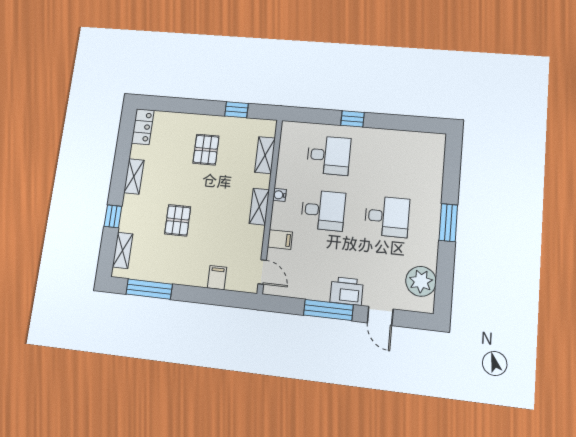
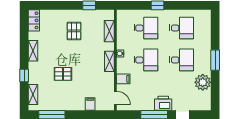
desk: (392, 161) -> (182, 28), added
pallet: (178, 220) -> (63, 74), turned 90
plant: (421, 281) -> (203, 82), moved

